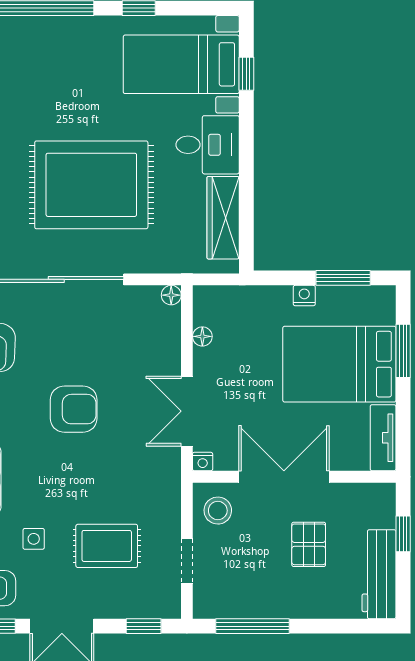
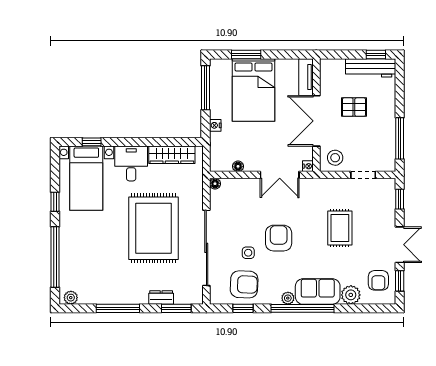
window: (343, 278) -> (205, 88), width x1.44
nightstand: (304, 296) -> (215, 125), moved
tv unit: (383, 438) -> (306, 77), moved, turned 90
window: (403, 534) -> (376, 54), moved
side table: (34, 539) -> (248, 253), moved
rug: (107, 546) -> (340, 228), moved

